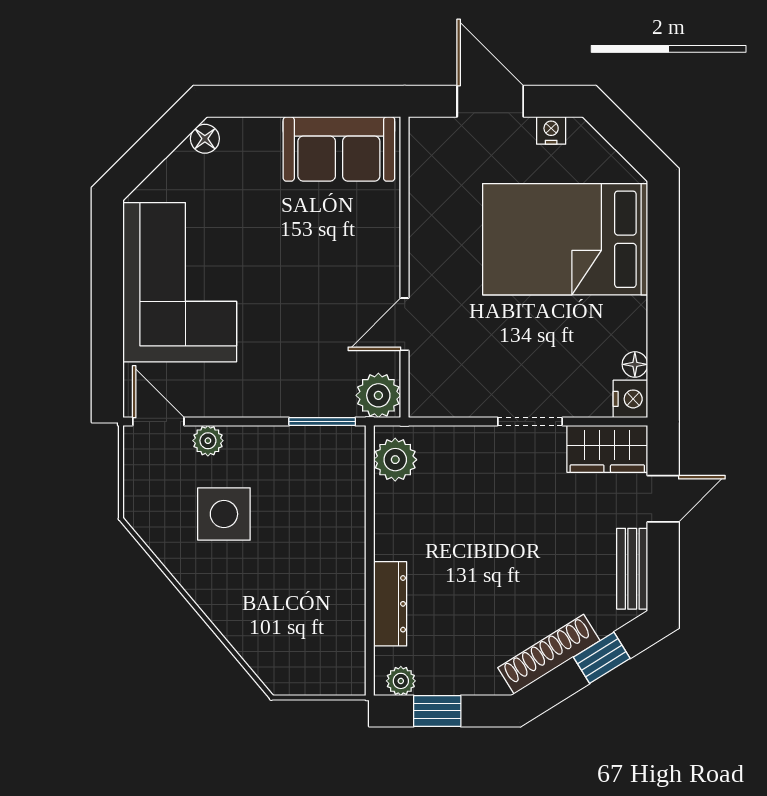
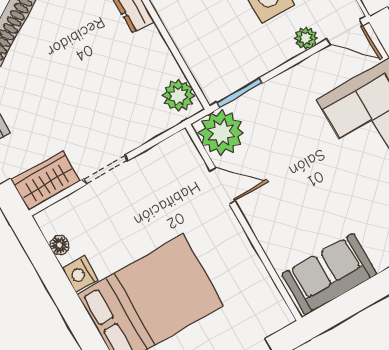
door: (405, 324) -> (222, 186), hinge flipped
plant: (378, 395) -> (221, 133), width x1.36, depth x1.36
nightstand: (630, 399) -> (80, 274), moved

